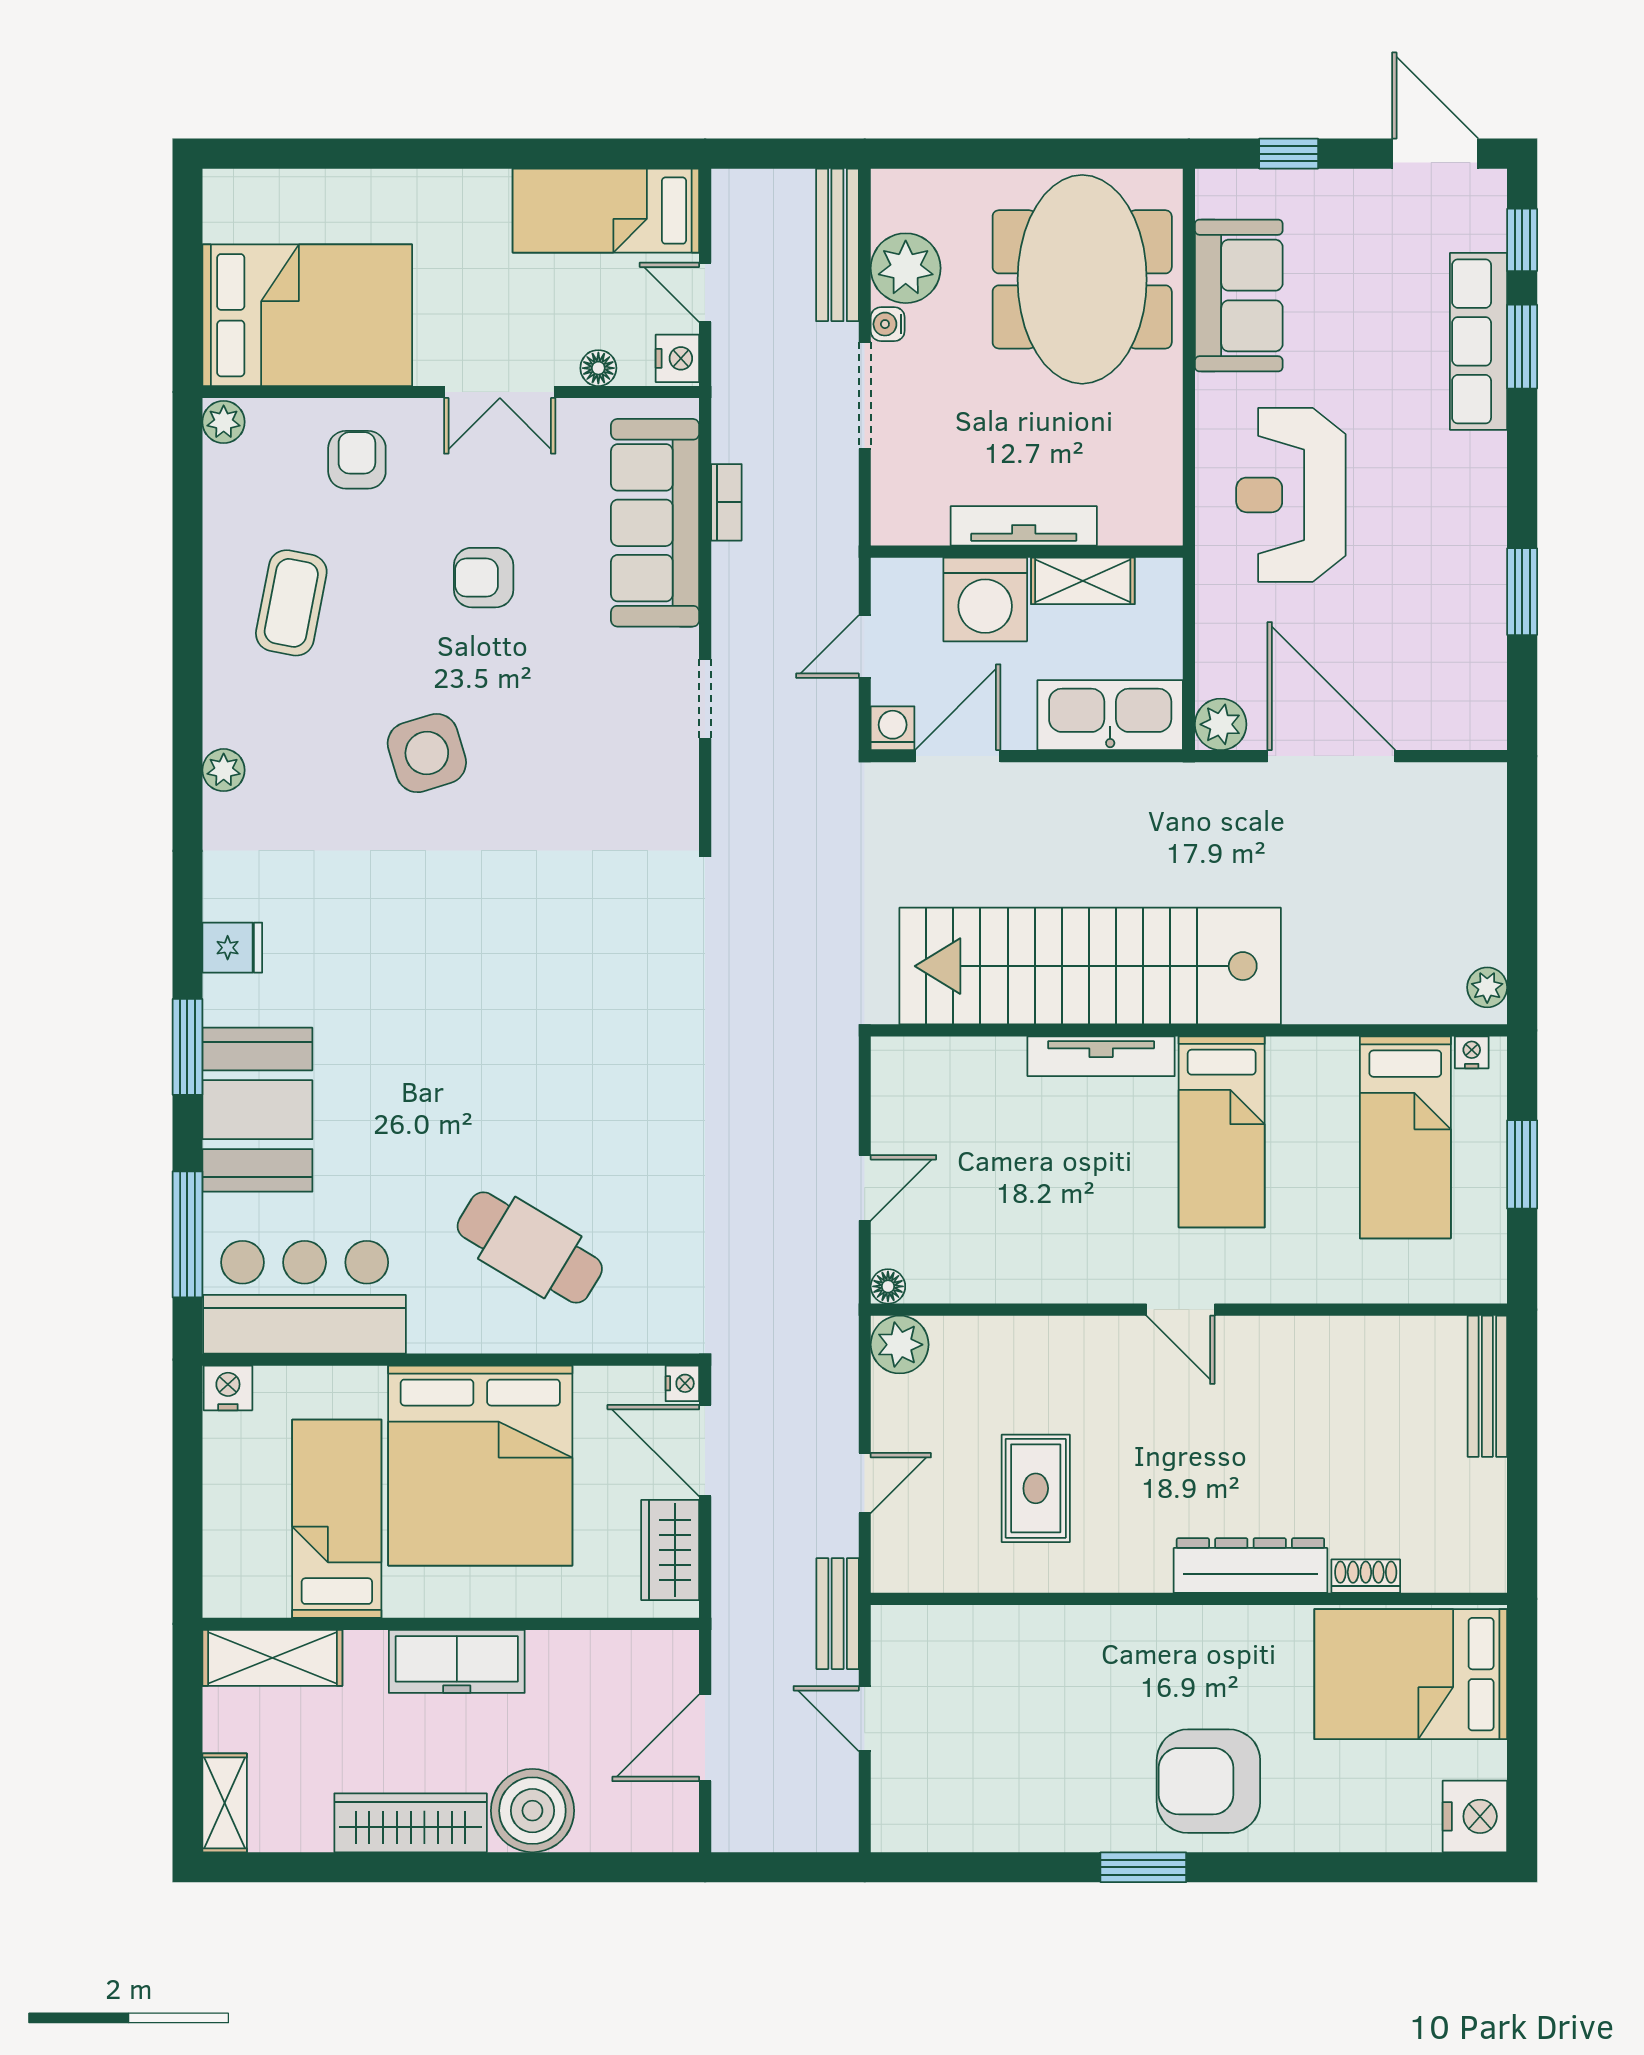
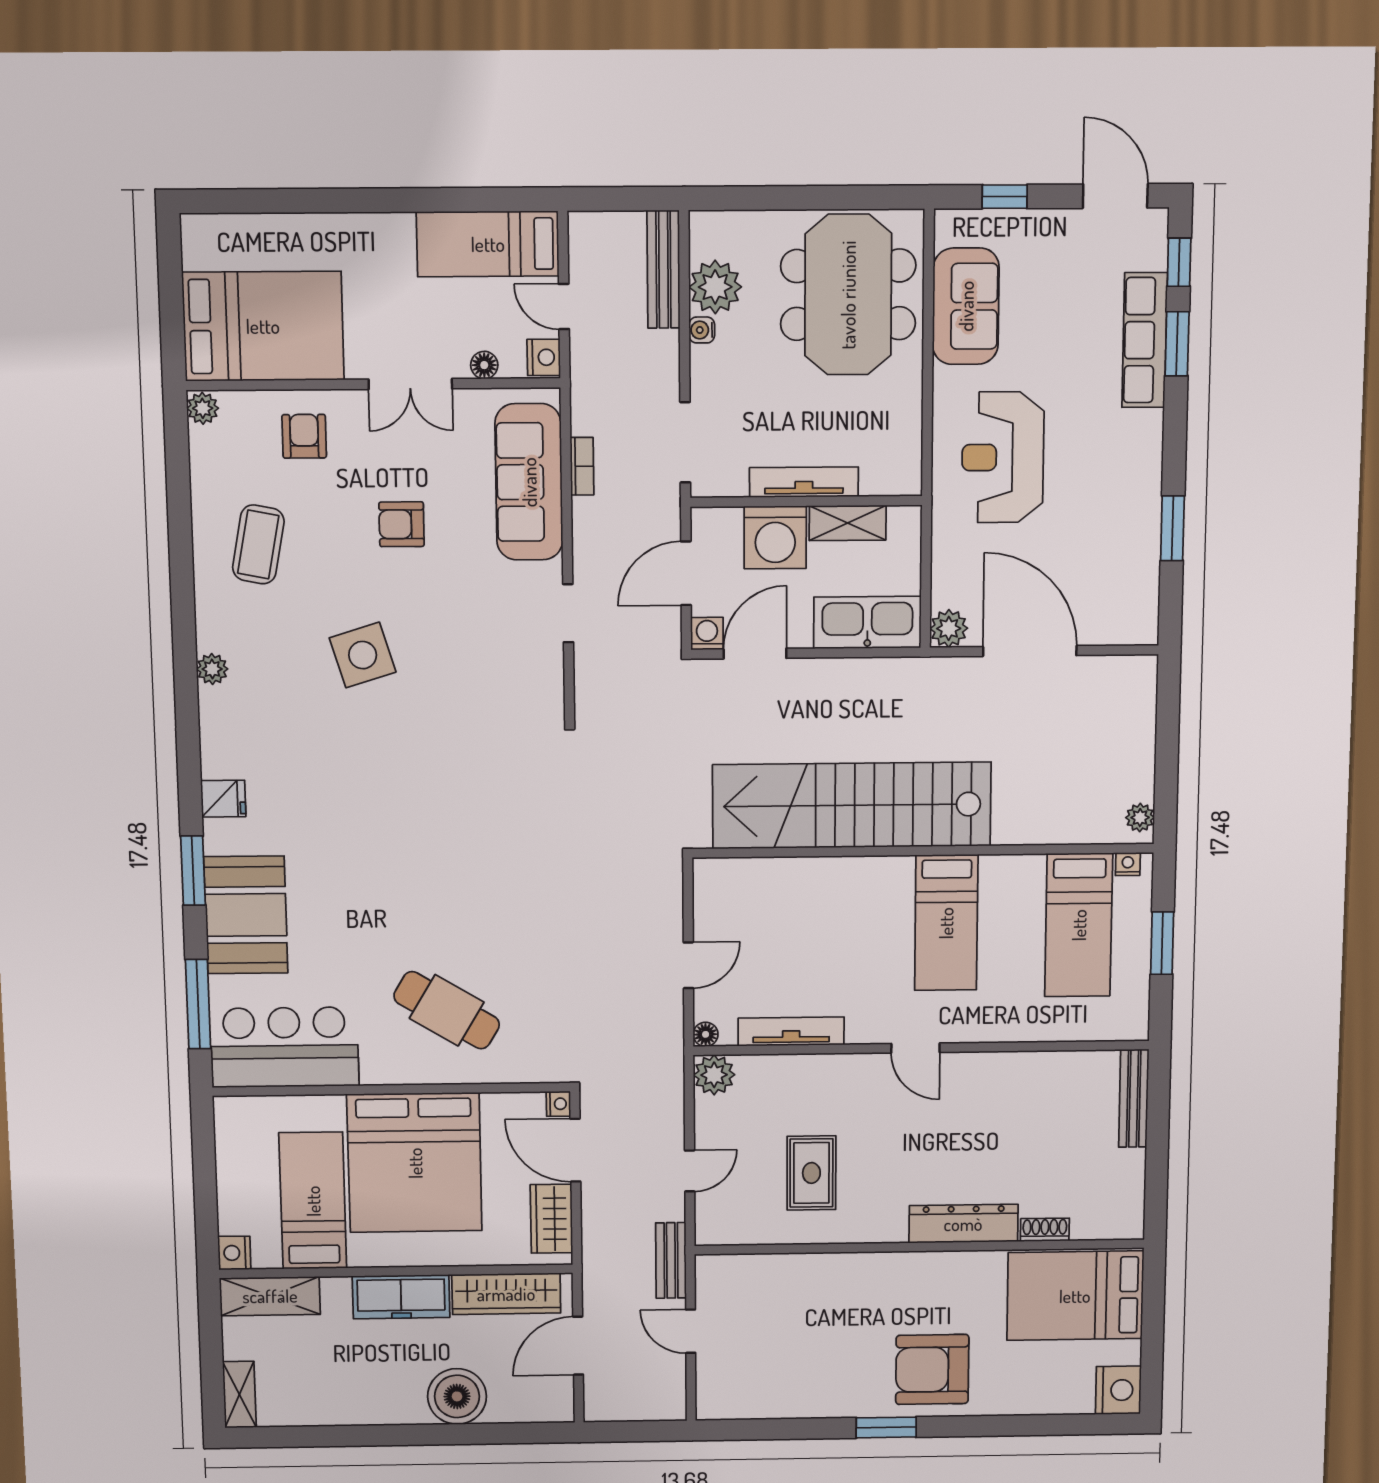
doorway: (865, 395) -> (685, 442), moved
door: (865, 646) -> (686, 573), width x1.38
tv unit: (1101, 1056) -> (791, 1031), moved, turned 180
nightstand: (228, 1388) -> (234, 1253), moved, turned -90
wardrobe: (411, 1823) -> (506, 1294), moved, turned 180

